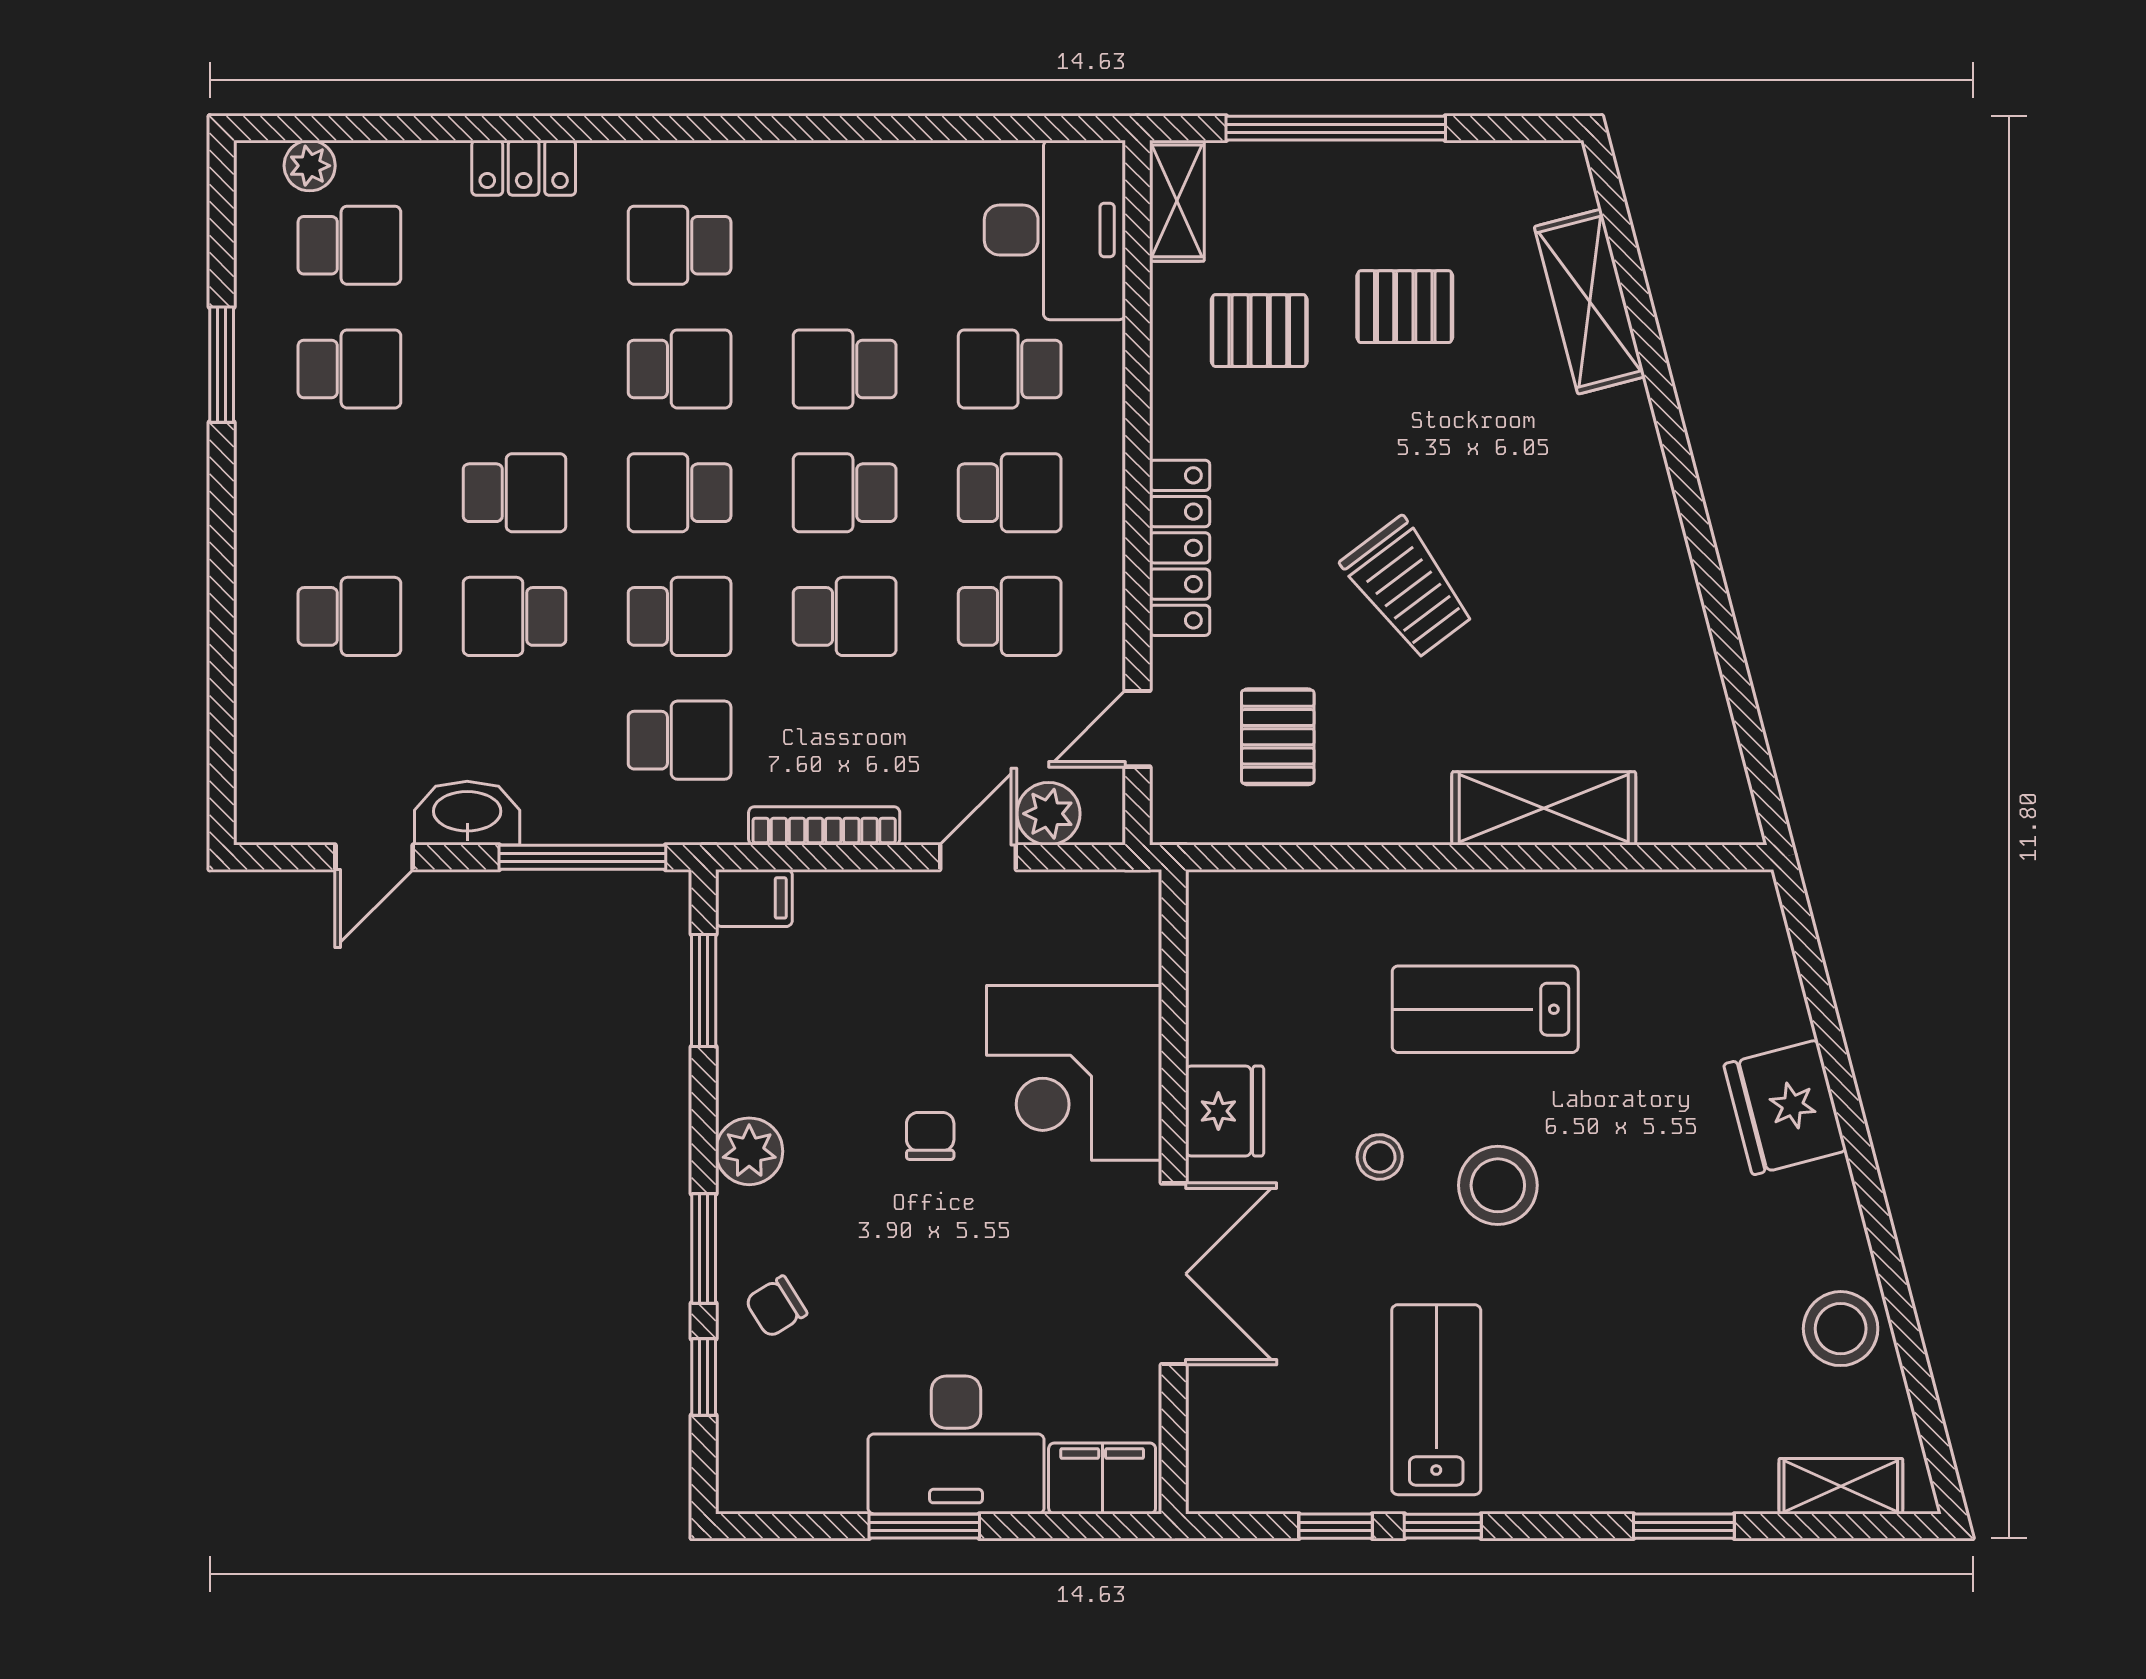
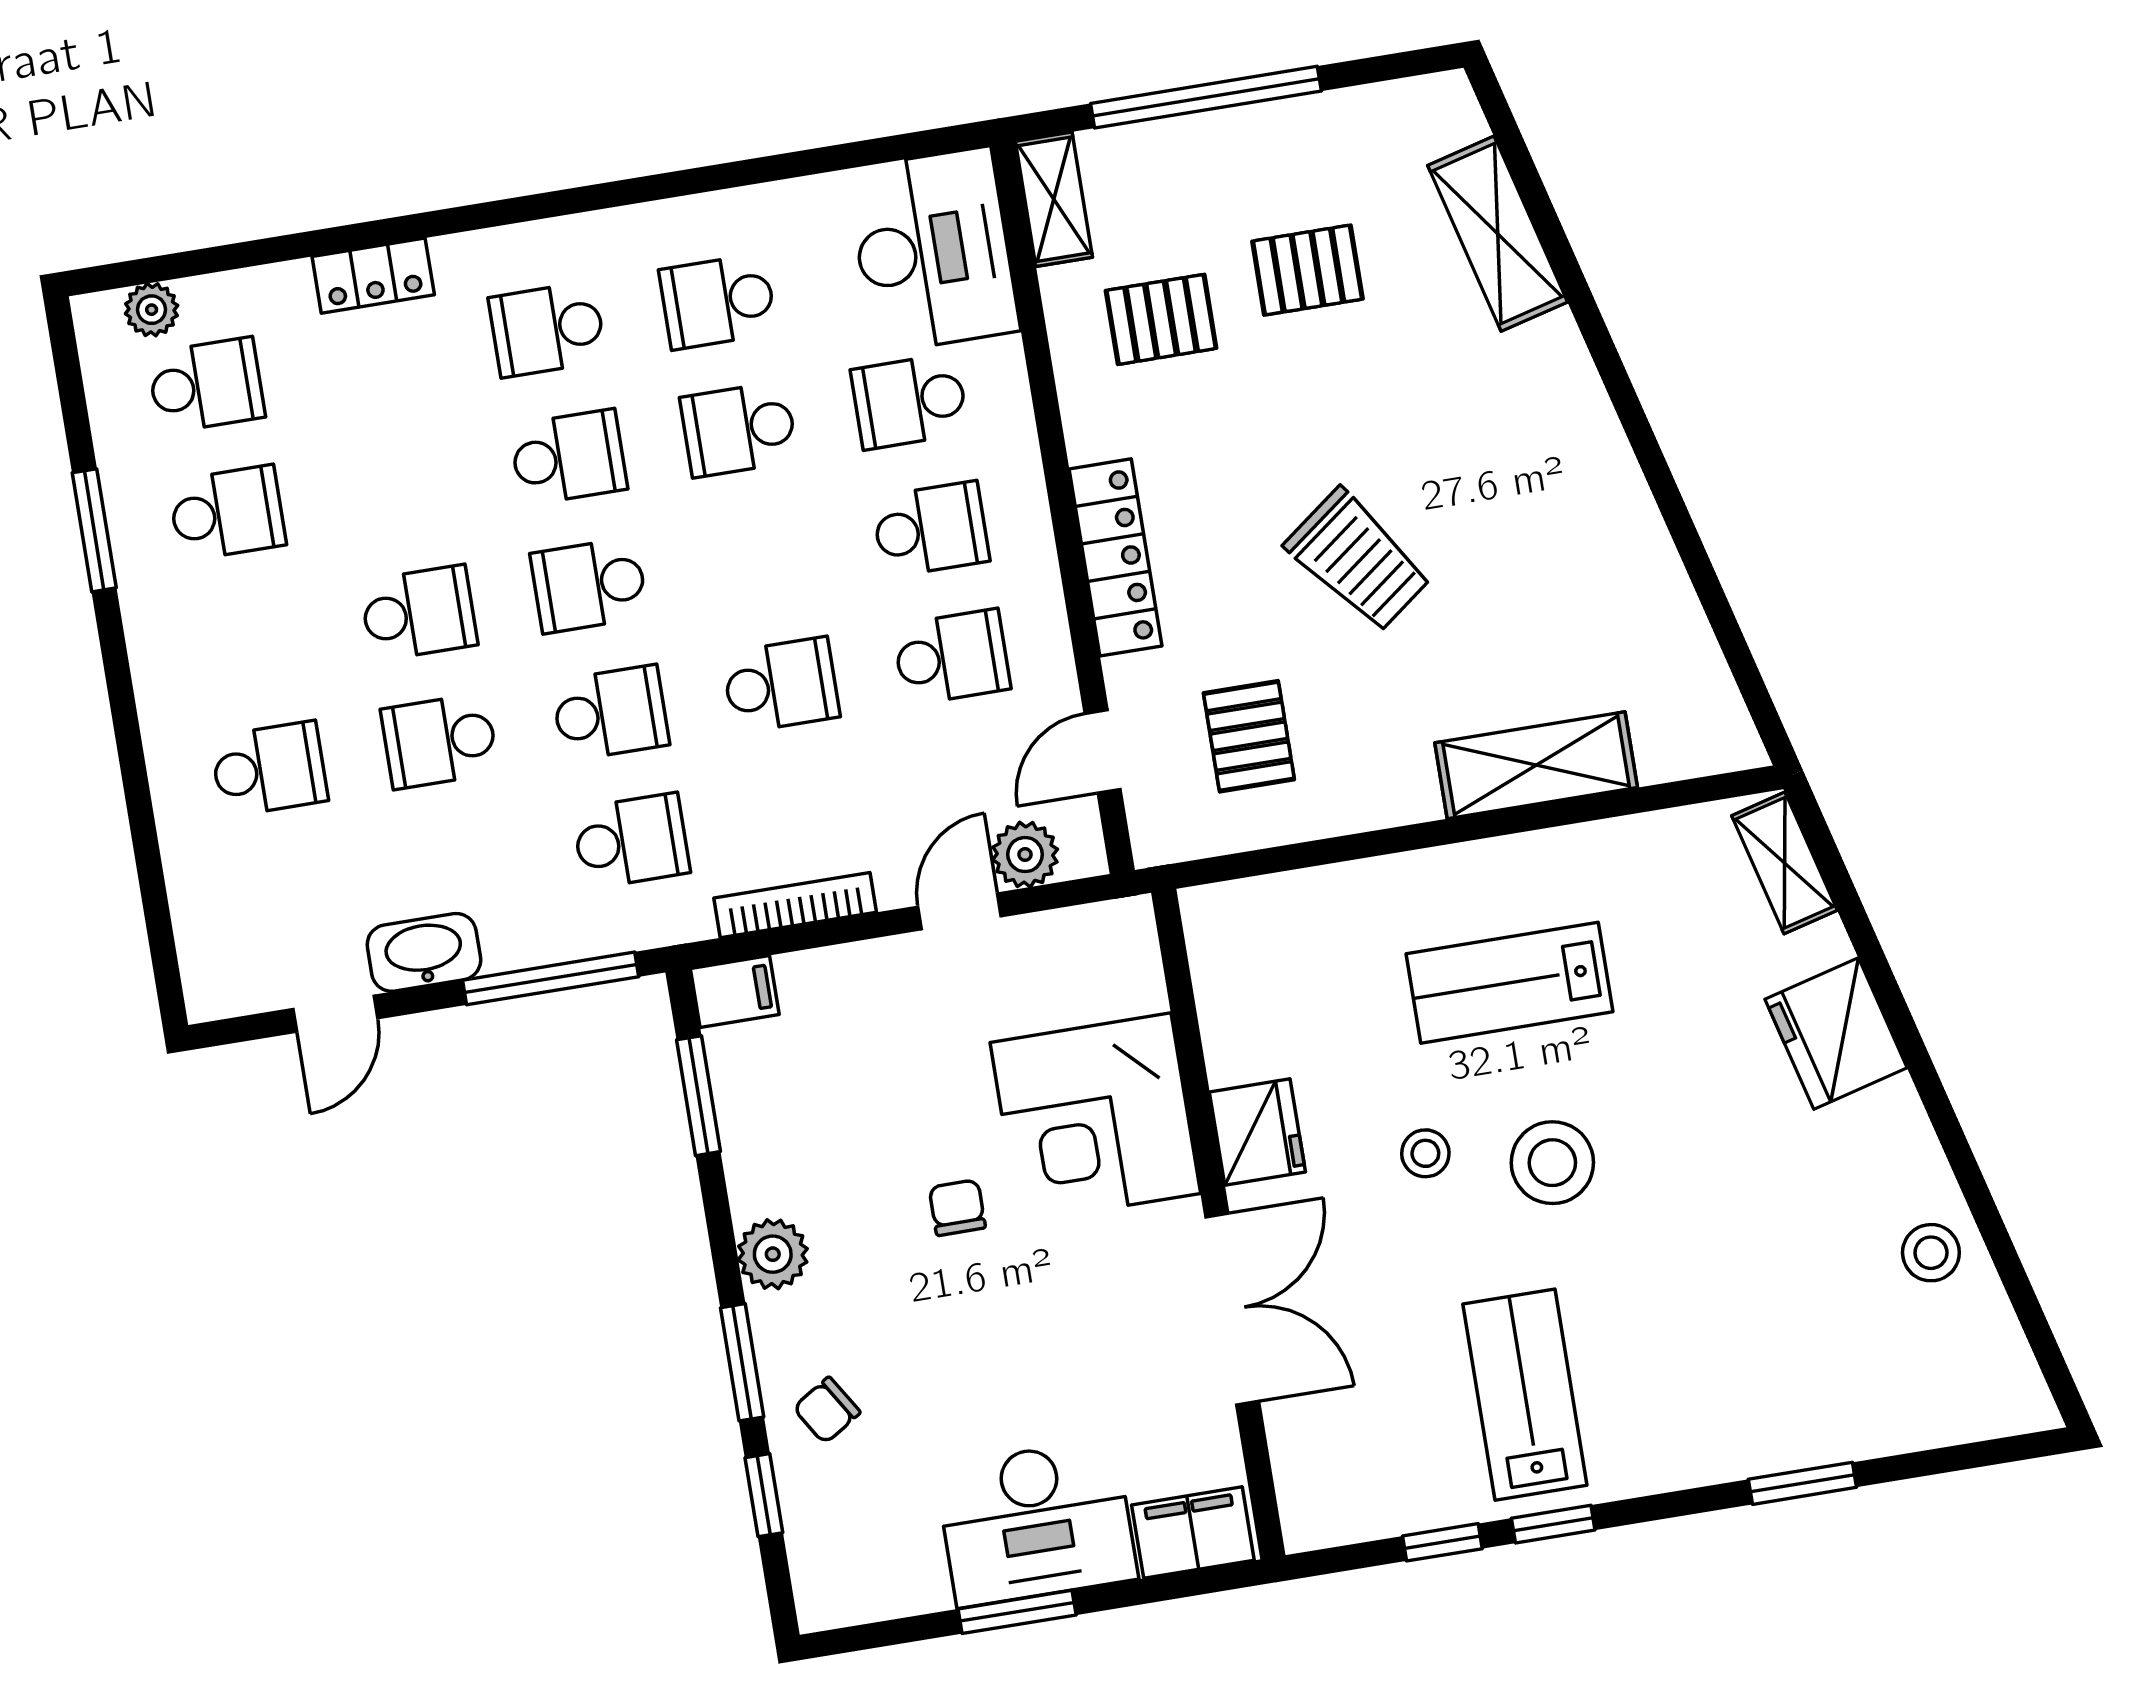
school desk: (845, 493) -> (718, 301), moved
stool: (1841, 1329) -> (1931, 1253), width x0.73, depth x0.73
shelving: (1841, 1486) -> (1784, 863), moved, turned 75

